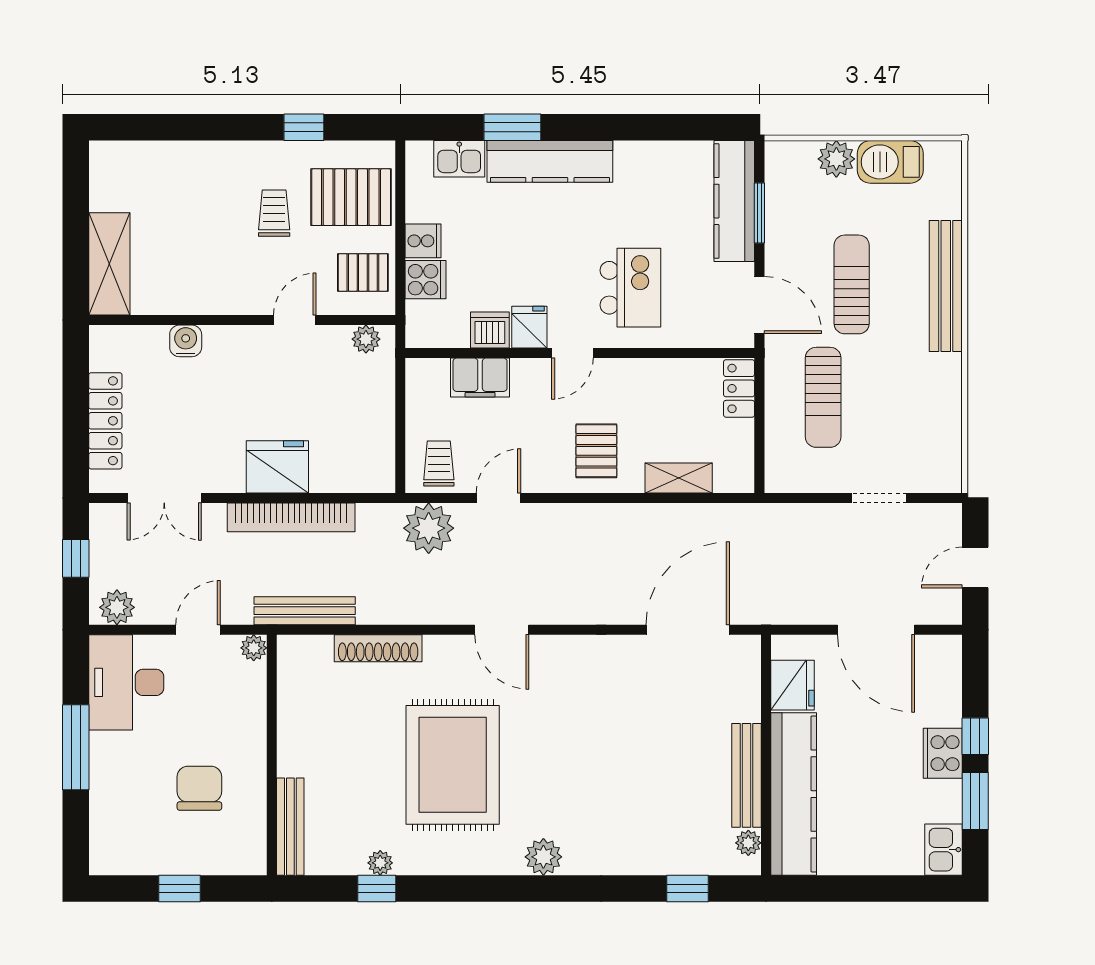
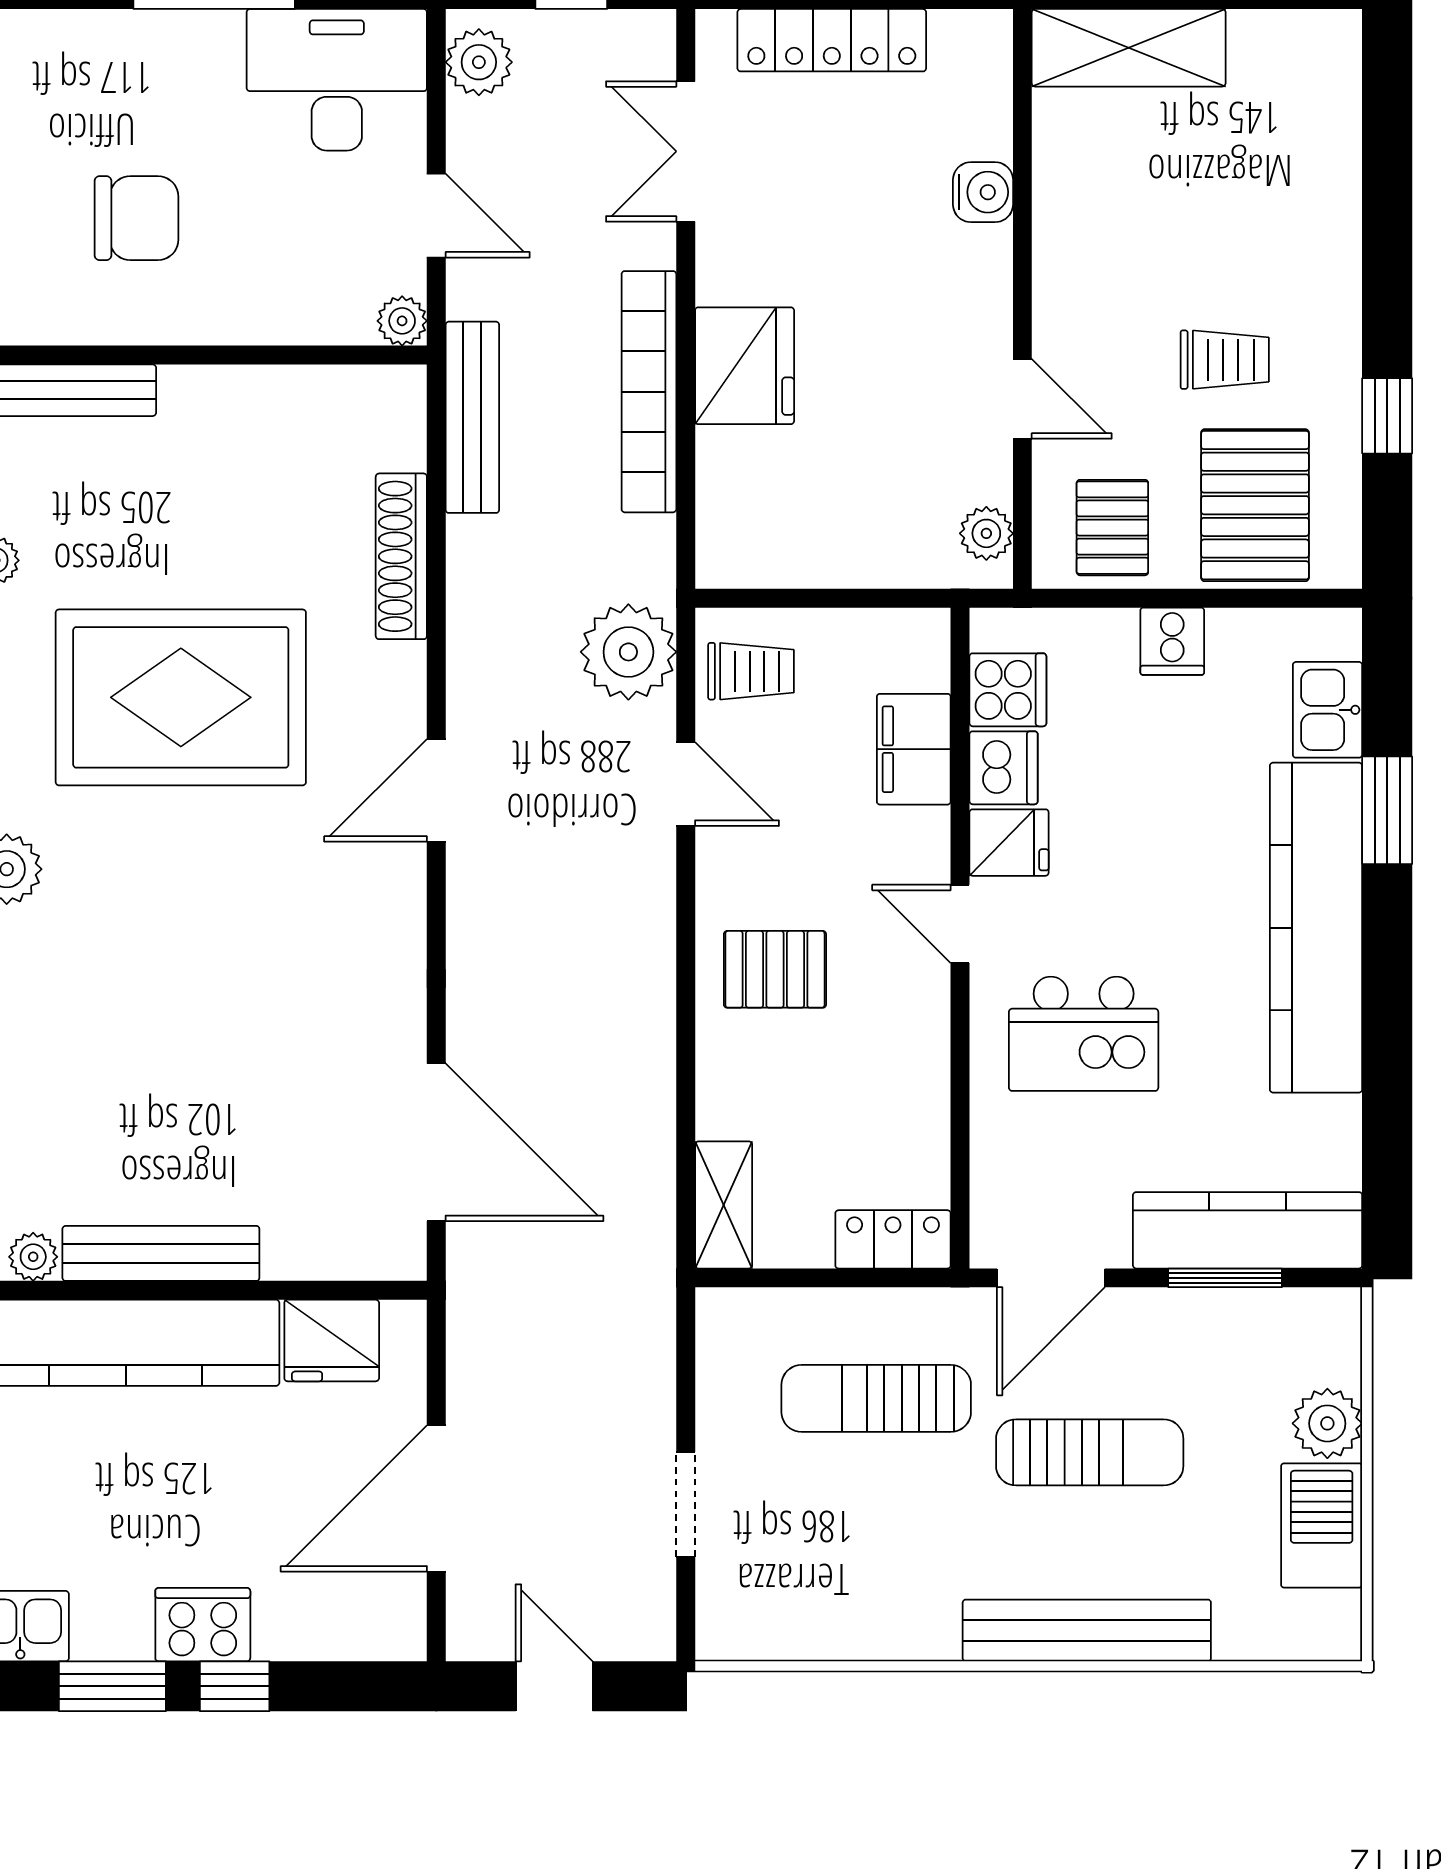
kitchen counter: (550, 161) -> (1316, 928), width x1.39, depth x1.17
cooker: (426, 280) -> (1008, 690), moved, turned -90
shelving: (679, 478) -> (724, 1205), moved

